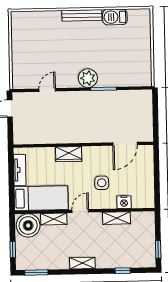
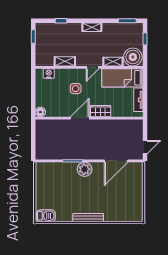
barbecue: (115, 17) -> (46, 216), moved
door: (47, 90) -> (116, 161), width x1.88
door: (125, 144) -> (80, 118), moved
floor lamp: (147, 151) -> (40, 112), added
nightstand: (124, 202) -> (49, 73), moved

